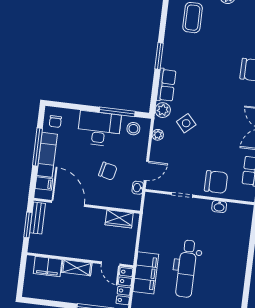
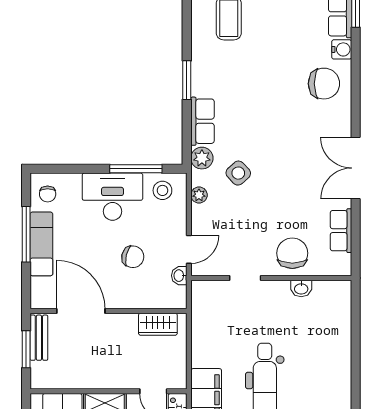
chair: (216, 182) -> (292, 253), turned -90
filing cabinet: (44, 184) -> (42, 286), removed

